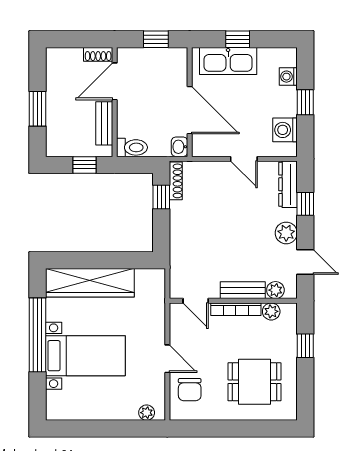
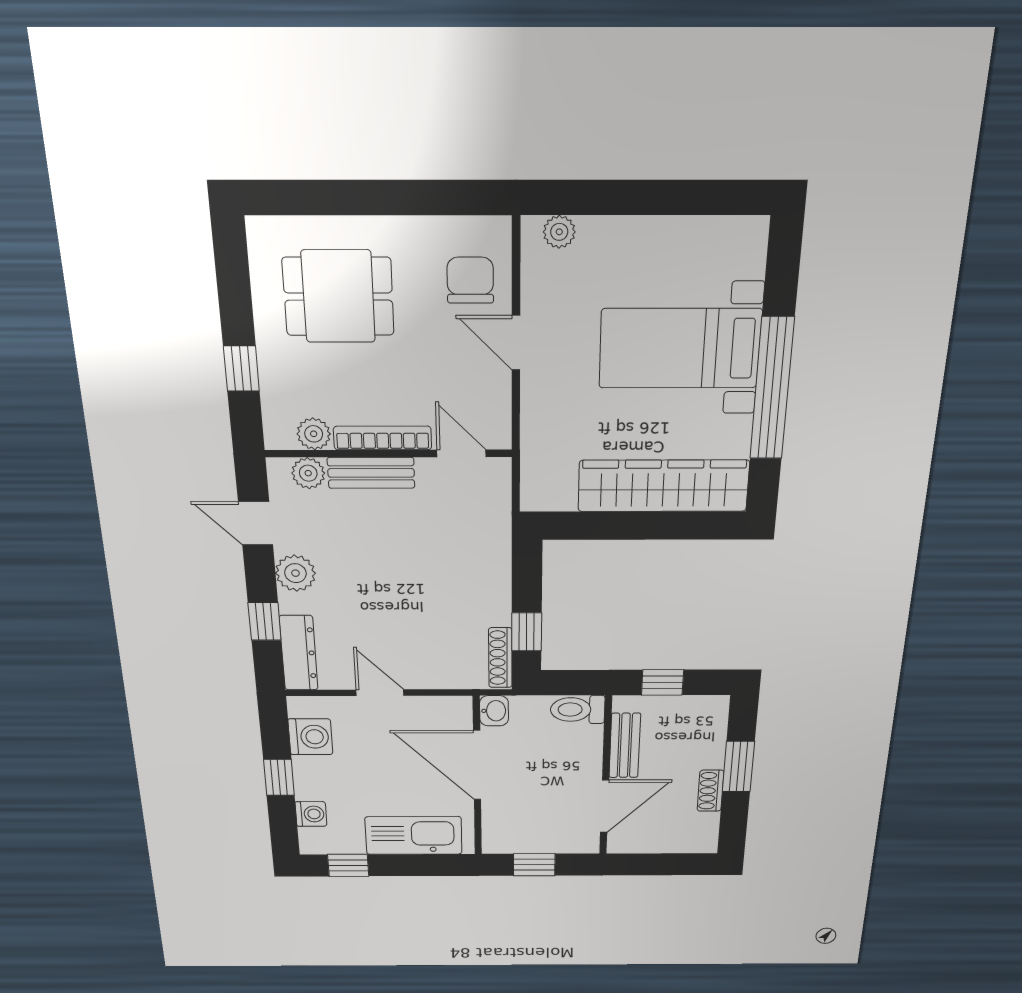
window: (238, 39) -> (348, 865), moved
shoe rack: (98, 54) -> (711, 791), moved, turned -90

